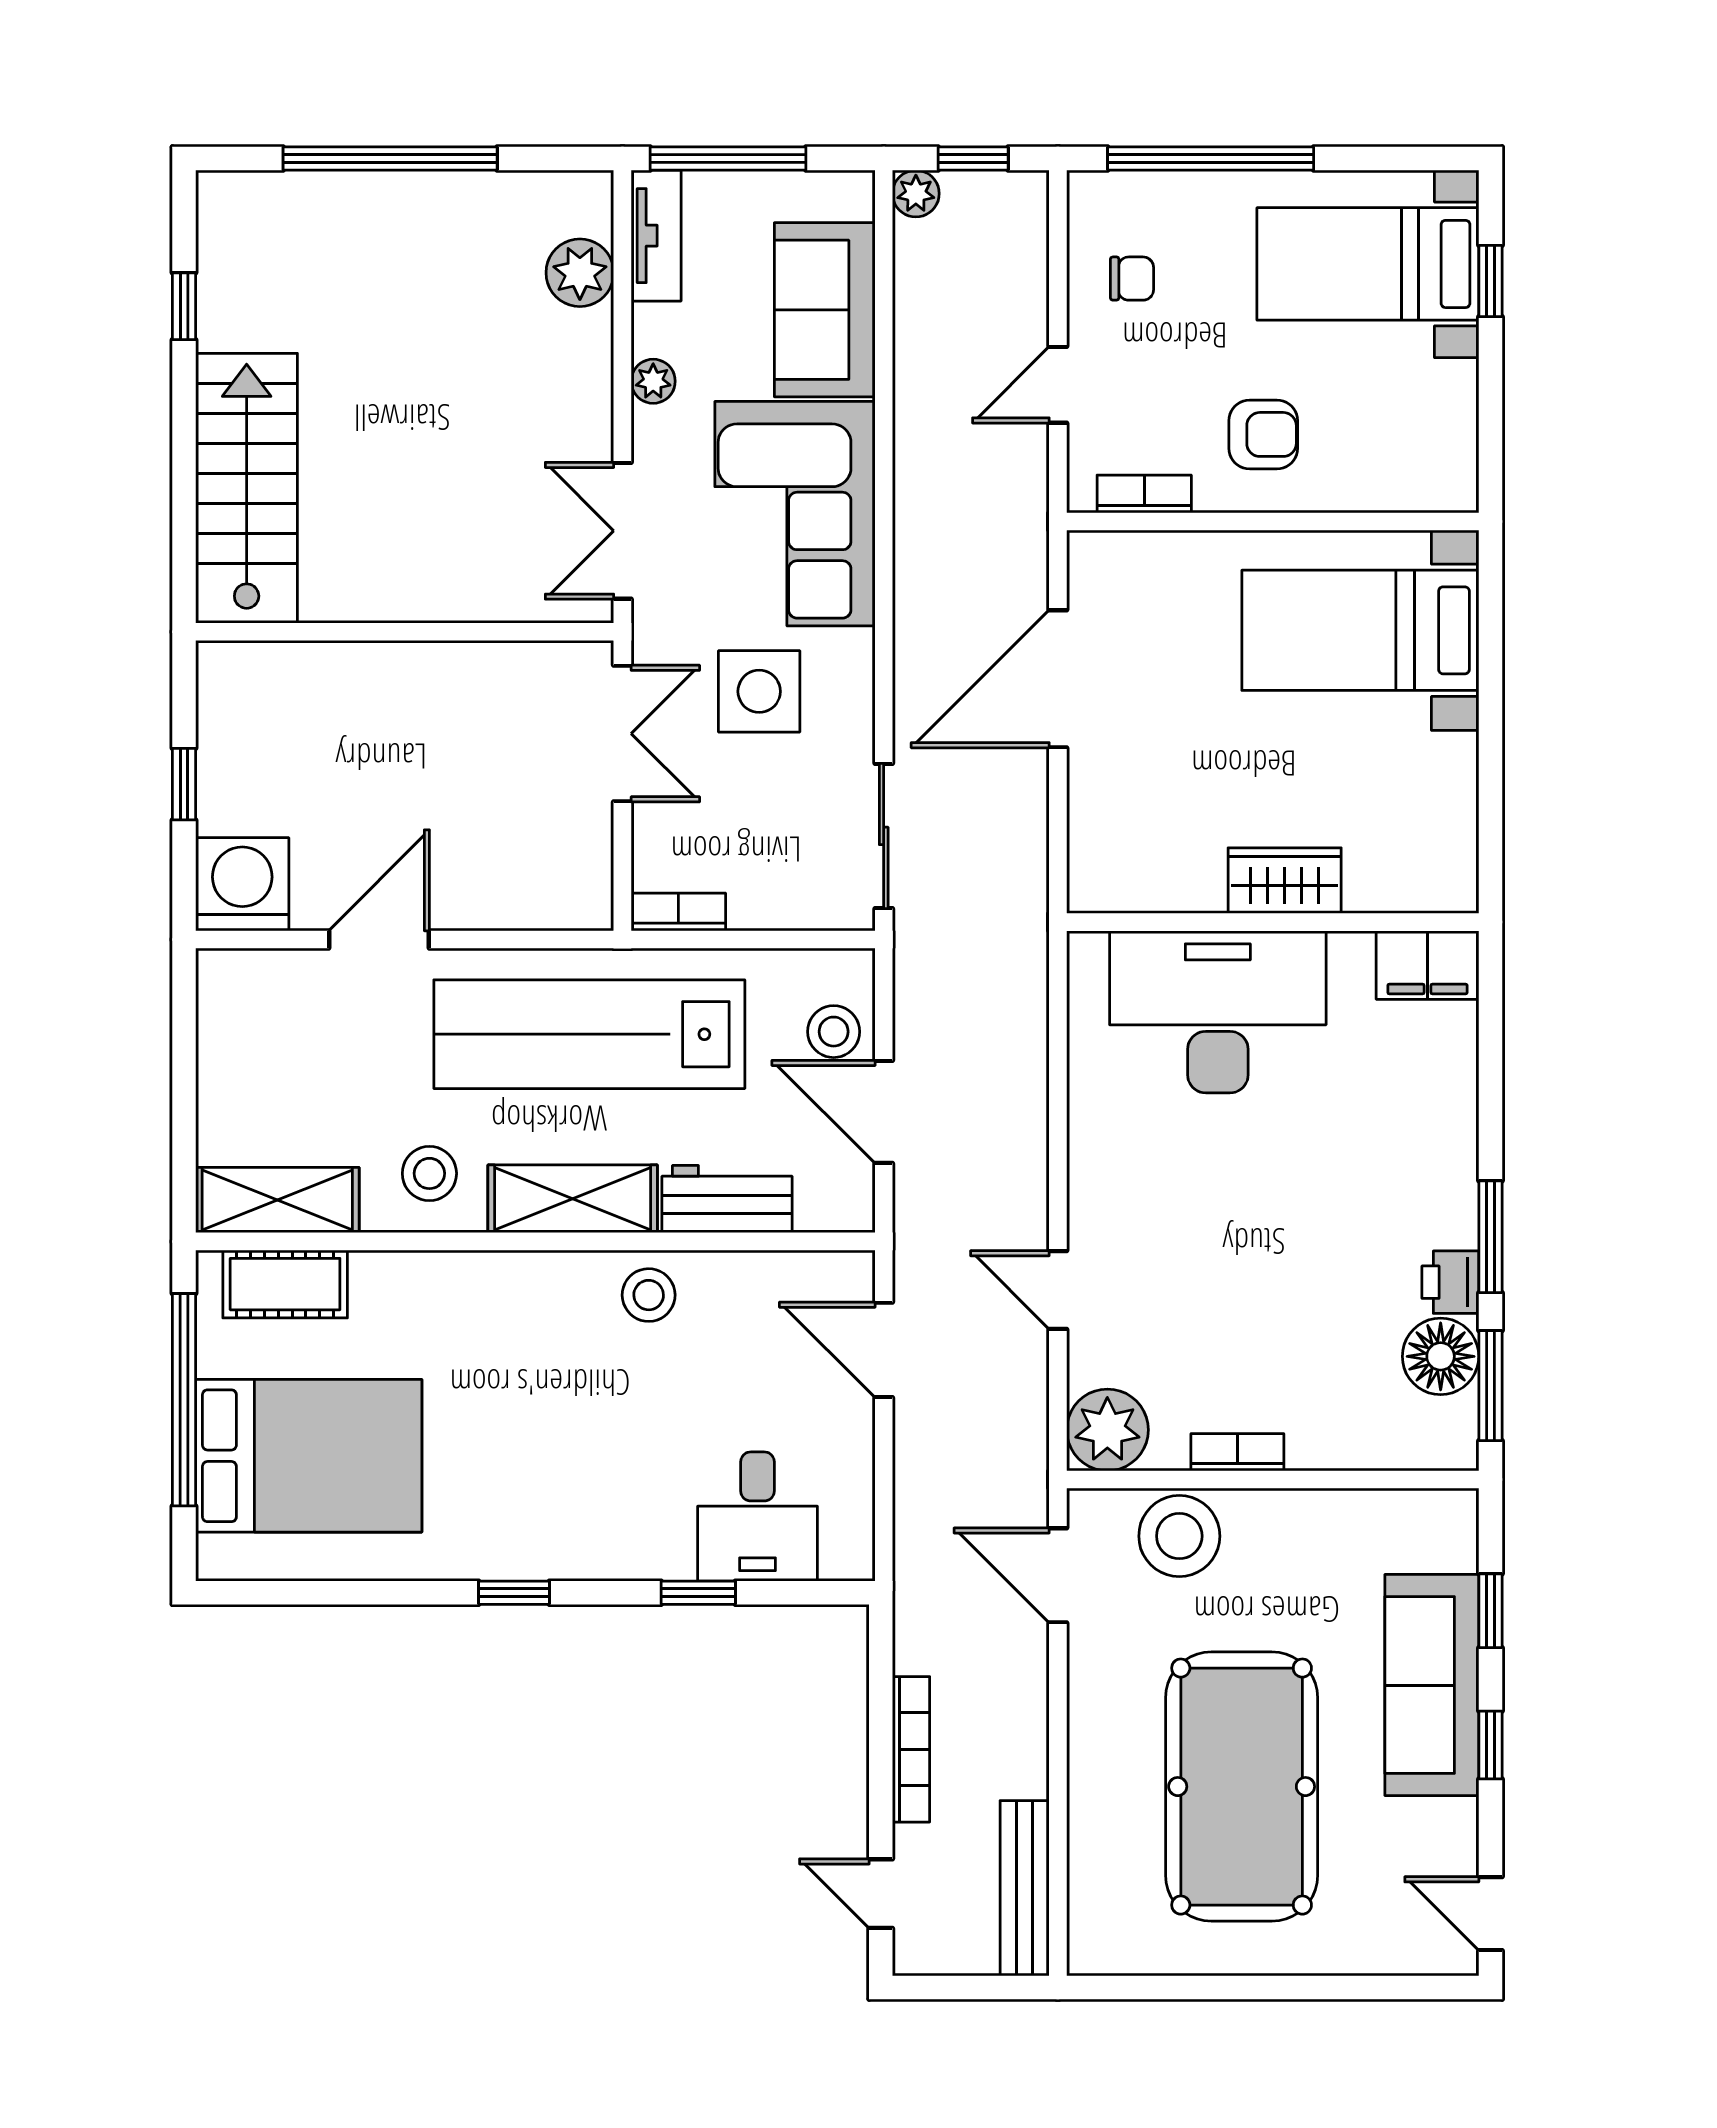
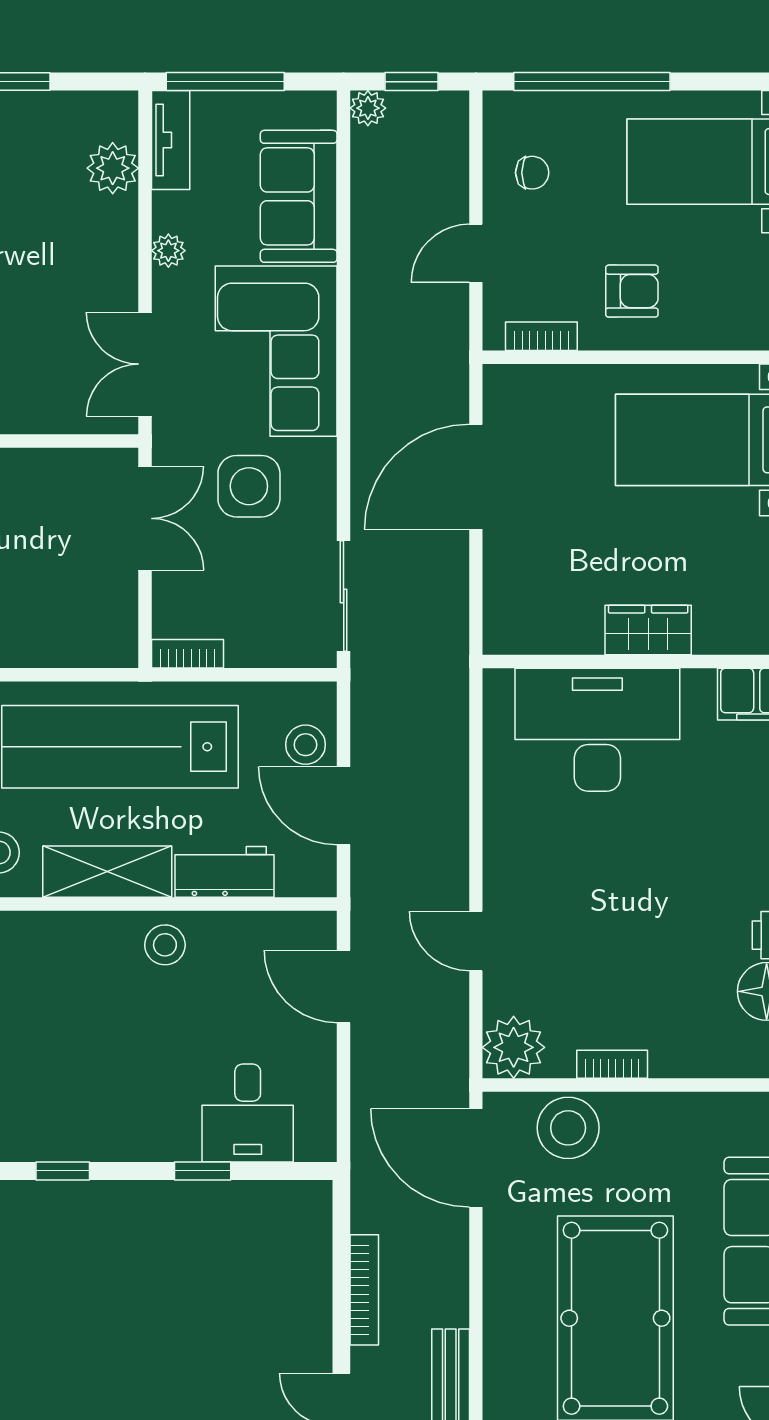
door: (1058, 1575) -> (476, 1158), width x1.36

